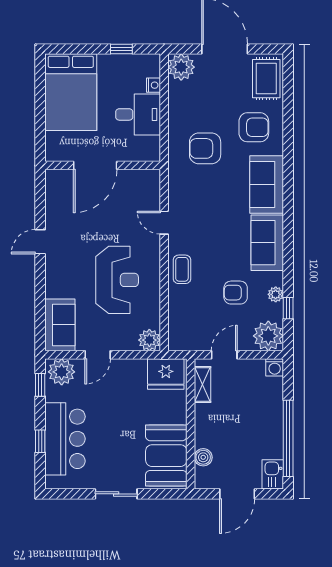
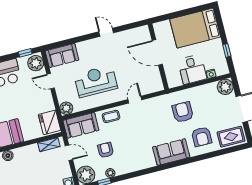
sofa: (267, 243) -> (81, 125), moved, turned 180
reception desk: (117, 280) -> (96, 81), turned 180

